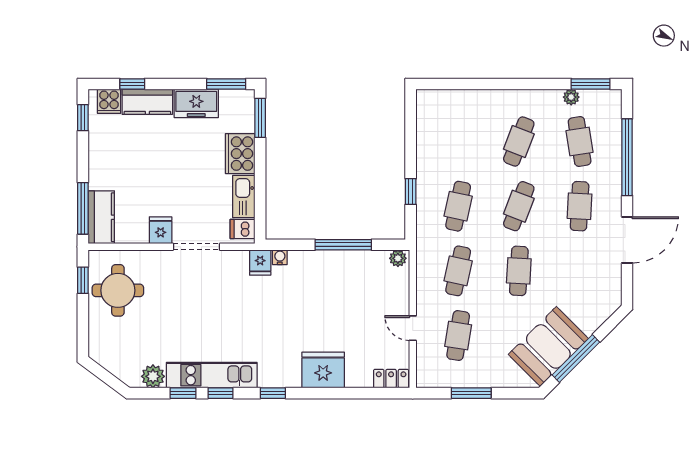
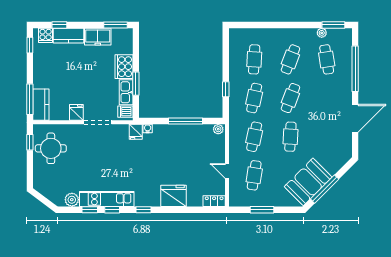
window: (260, 118) -> (136, 84), moved
cafe table: (580, 206) -> (254, 59), moved

